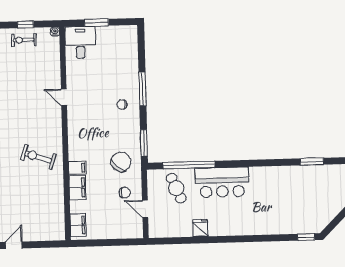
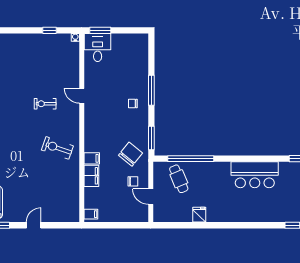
window: (97, 23) -> (100, 30), moved
exercise bike: (24, 40) -> (45, 104), moved
bar counter: (222, 182) -> (255, 175), moved
filing cabinet: (78, 225) -> (91, 214), width x0.50

